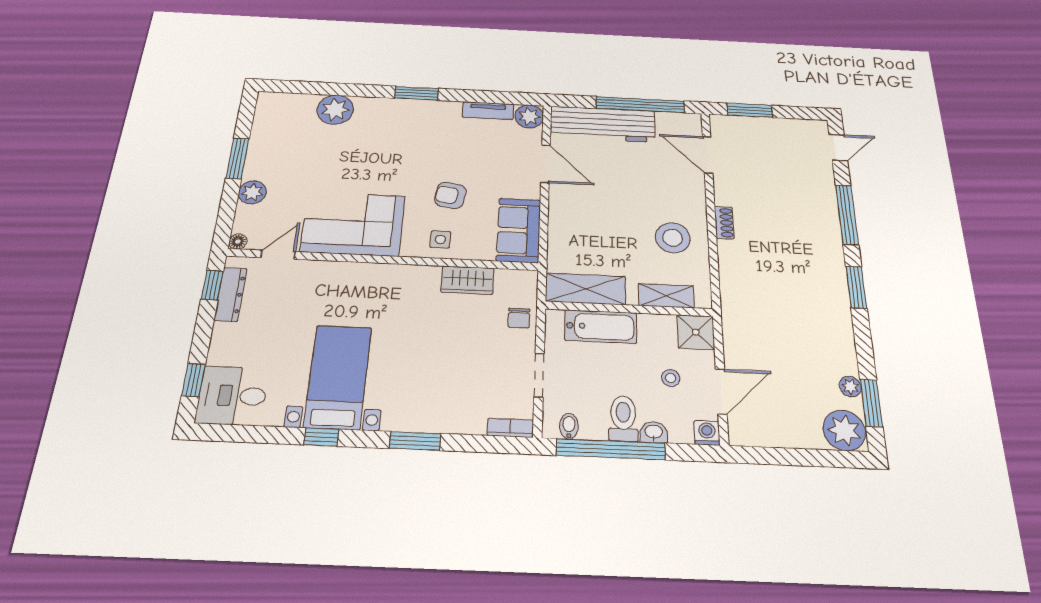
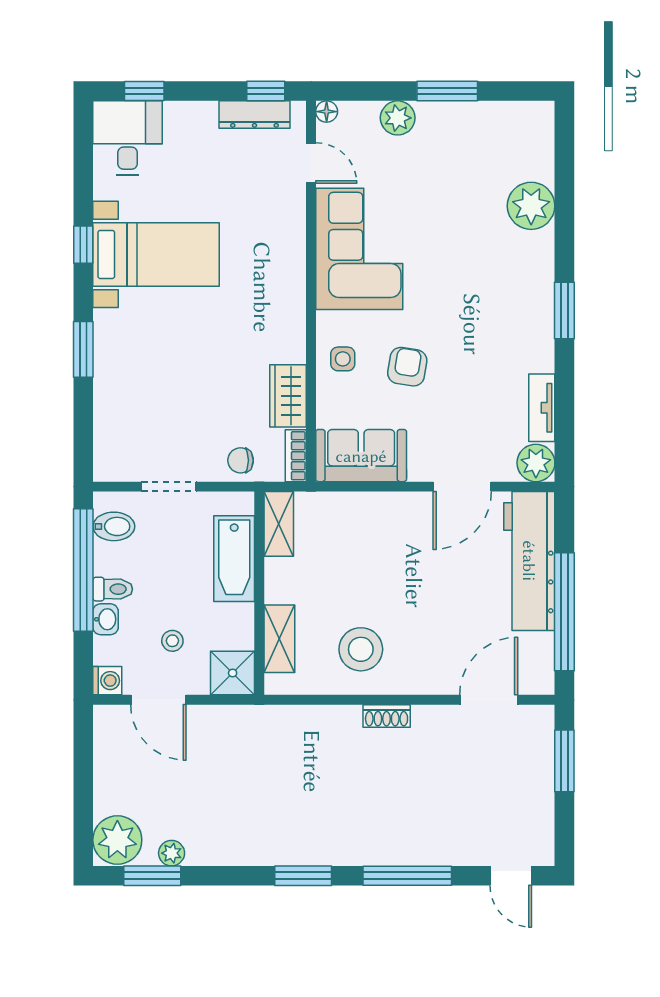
shelving: (586, 289) -> (279, 524), width x0.67, depth x0.75
toilet: (623, 418) -> (113, 589), width x0.73, depth x0.72
bidet: (569, 426) -> (114, 526), width x1.38, depth x1.36
bookcase: (510, 428) -> (296, 456), moved, turned 180

